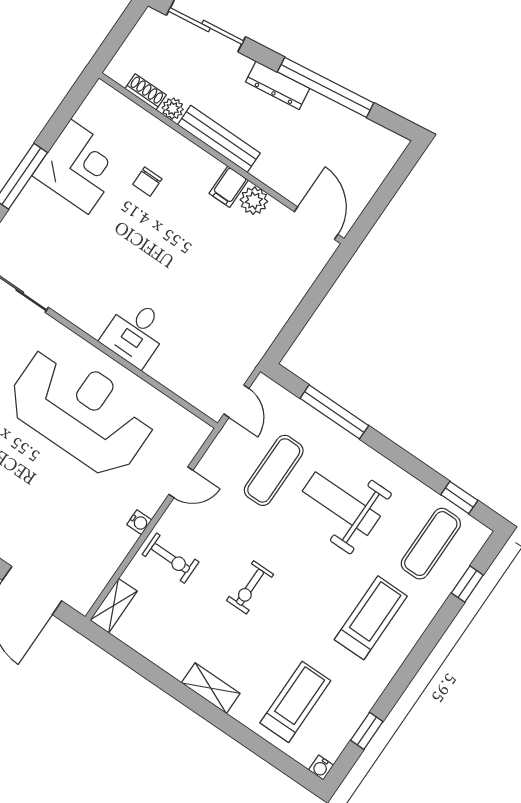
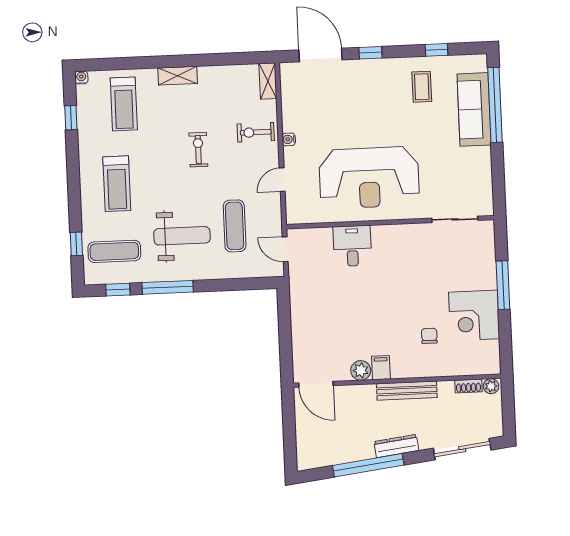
plant: (173, 109) -> (491, 386), moved
desk: (135, 333) -> (352, 246), moved
window: (334, 412) -> (168, 287), moved
exercise mat: (431, 544) -> (114, 251), turned 90

